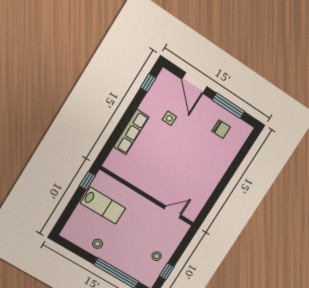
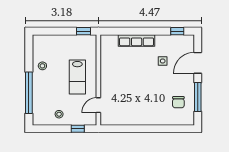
lab bench: (103, 206) -> (77, 77), moved
door: (172, 212) -> (98, 105), swing flipped
window: (167, 271) -> (78, 129), moved

